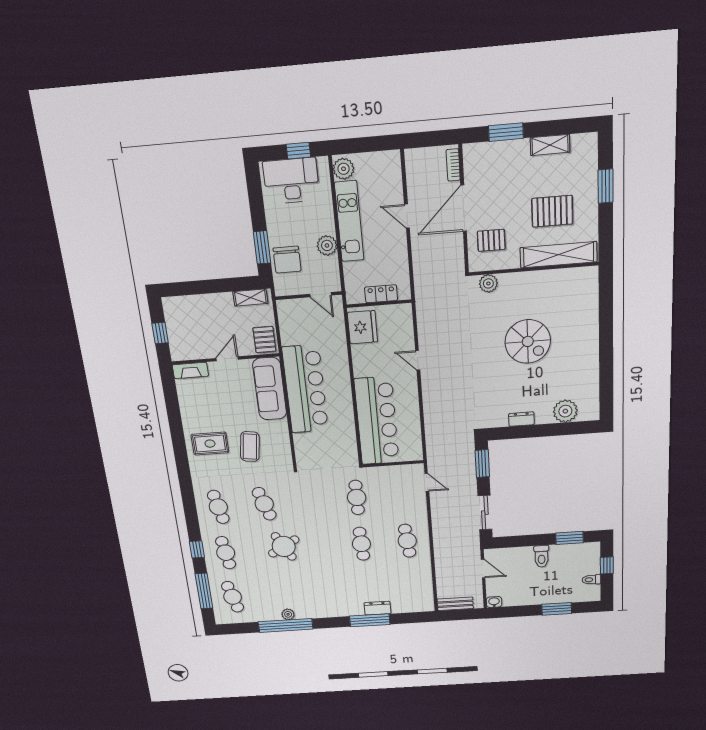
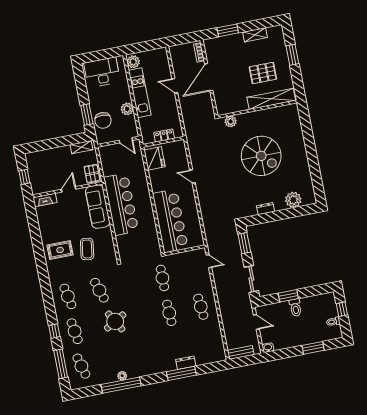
window: (298, 151) -> (105, 54), removed
pallet: (491, 240) -> (228, 95), removed
spiral stairs: (528, 341) -> (261, 156), width x1.37, depth x1.37
window: (569, 538) -> (288, 296), moved

